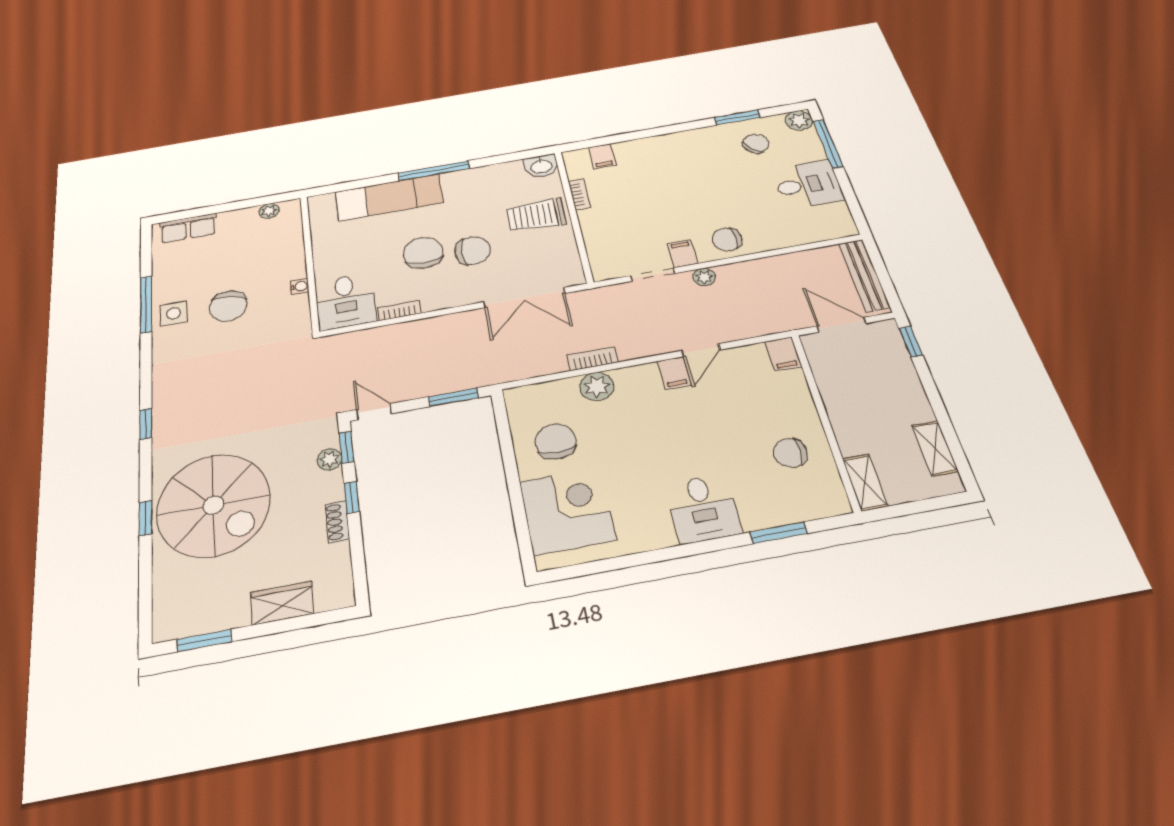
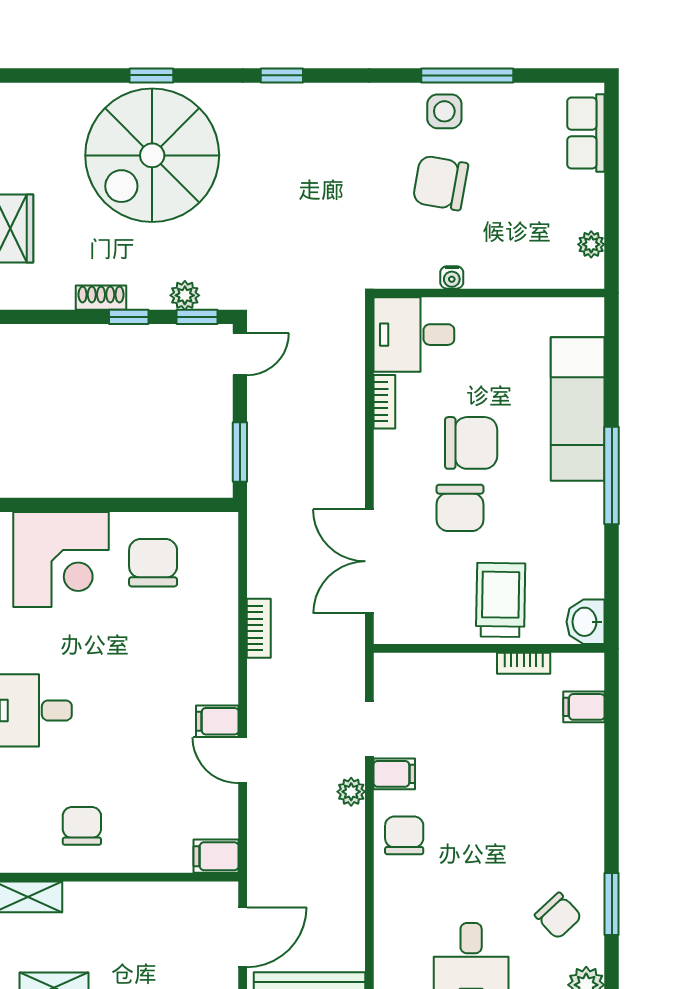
plant: (597, 387) -> (218, 625), removed
chair: (556, 442) -> (153, 563), turned -90

